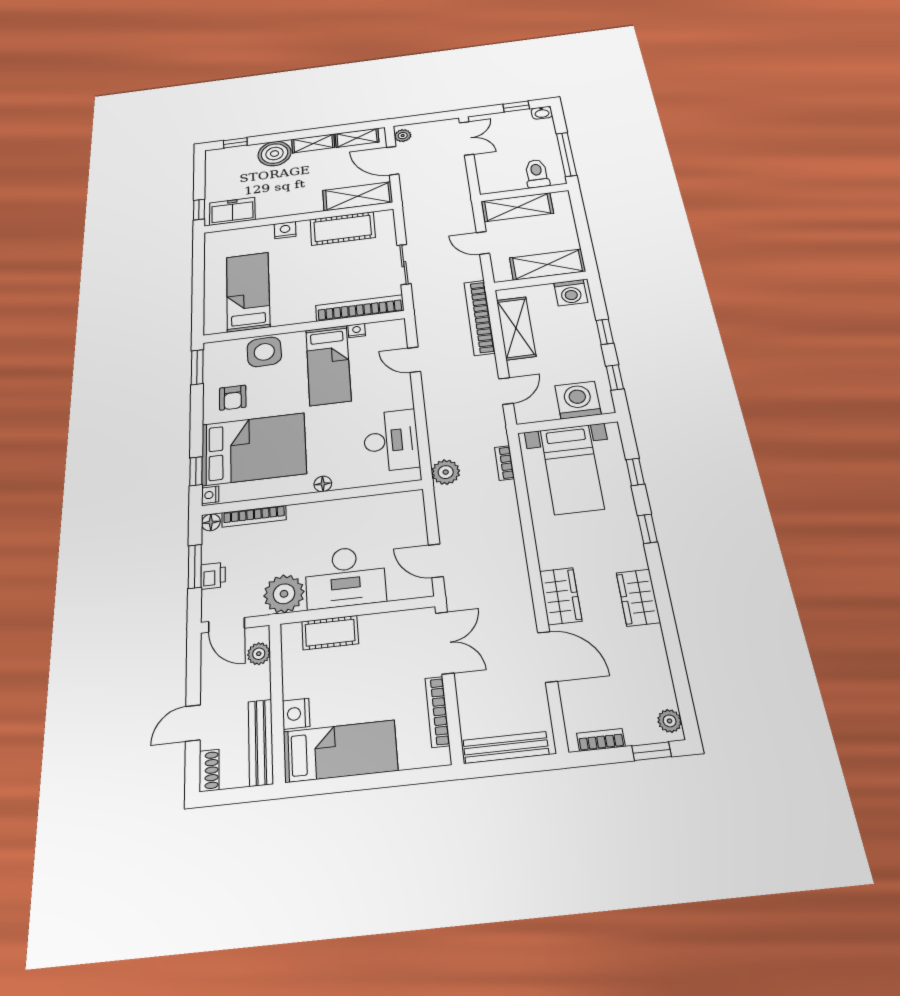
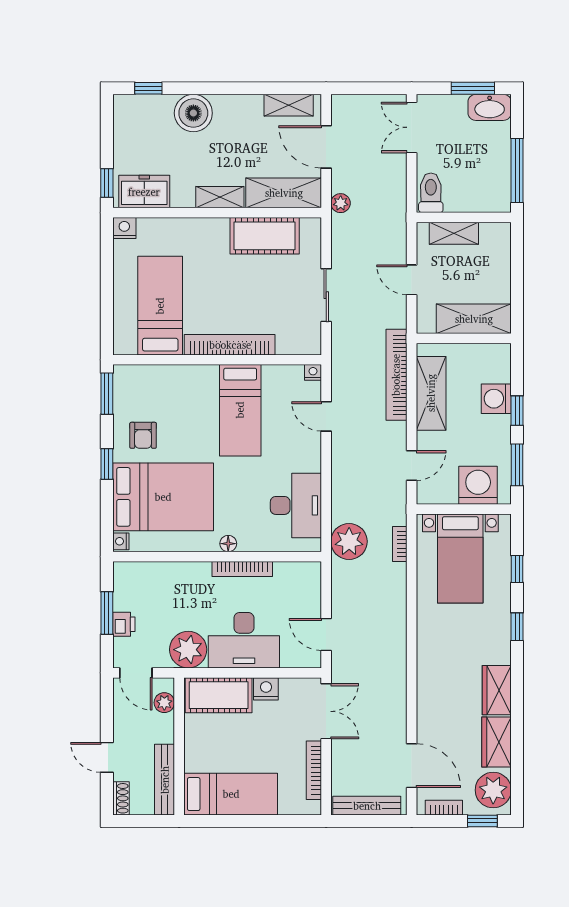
window: (516, 106) -> (473, 88), width x1.50
washbasin: (542, 113) -> (490, 107), width x1.91, depth x1.45
plant: (403, 136) -> (341, 203), moved
double door: (467, 138) -> (412, 127), swing flipped
shelving: (313, 143) -> (220, 197), moved
toilet: (537, 174) -> (431, 193), moved
shelving: (517, 207) -> (454, 233), width x0.67, depth x0.75
nightstand: (285, 230) -> (124, 228), moved
washing machine: (571, 293) -> (496, 399), moved, turned 90
bookcase: (360, 308) -> (230, 345), moved
nightstand: (357, 331) -> (313, 372), moved
side table: (264, 352) -> (176, 385), removed
window: (615, 377) -> (517, 465), width x1.50
window: (196, 471) -> (107, 464), moved
plant: (446, 472) -> (349, 541), width x1.36, depth x1.36
bookcase: (254, 516) -> (242, 569), moved
floor lamp: (211, 522) -> (122, 570), removed
wardrobe: (561, 596) -> (497, 742), moved, turned 180
cot: (330, 633) -> (219, 695), width x1.37, depth x1.34
door: (548, 657) -> (412, 766), moved
nightstand: (296, 714) -> (266, 689), moved, turned 90
plant: (670, 721) -> (493, 790), width x1.88, depth x1.88
door: (193, 723) -> (107, 757), hinge flipped

